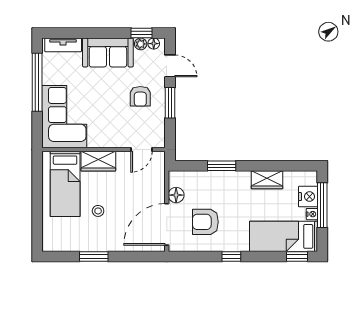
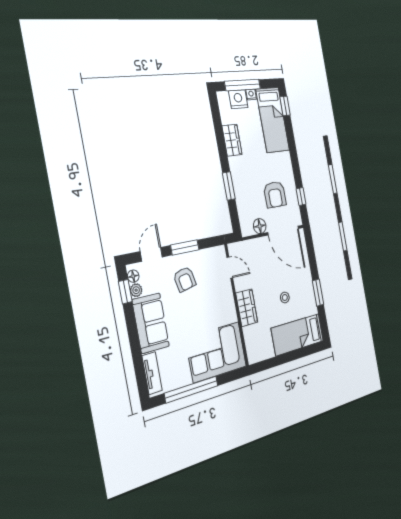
armchair: (140, 96) -> (185, 279), turned 78
bed: (65, 184) -> (298, 335), moved, turned 180
window: (231, 257) -> (301, 197), moved

